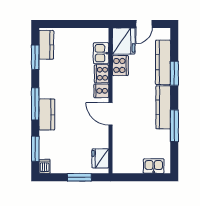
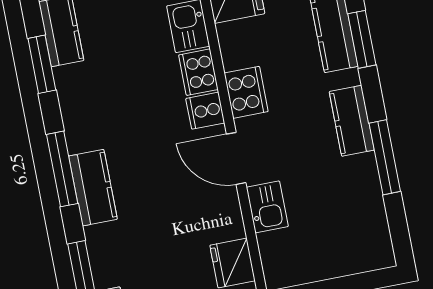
cooker: (120, 65) -> (246, 92), moved
kitchen counter: (163, 107) -> (352, 121), width x0.67
kitchen sink: (154, 166) -> (267, 207), moved, turned 90

